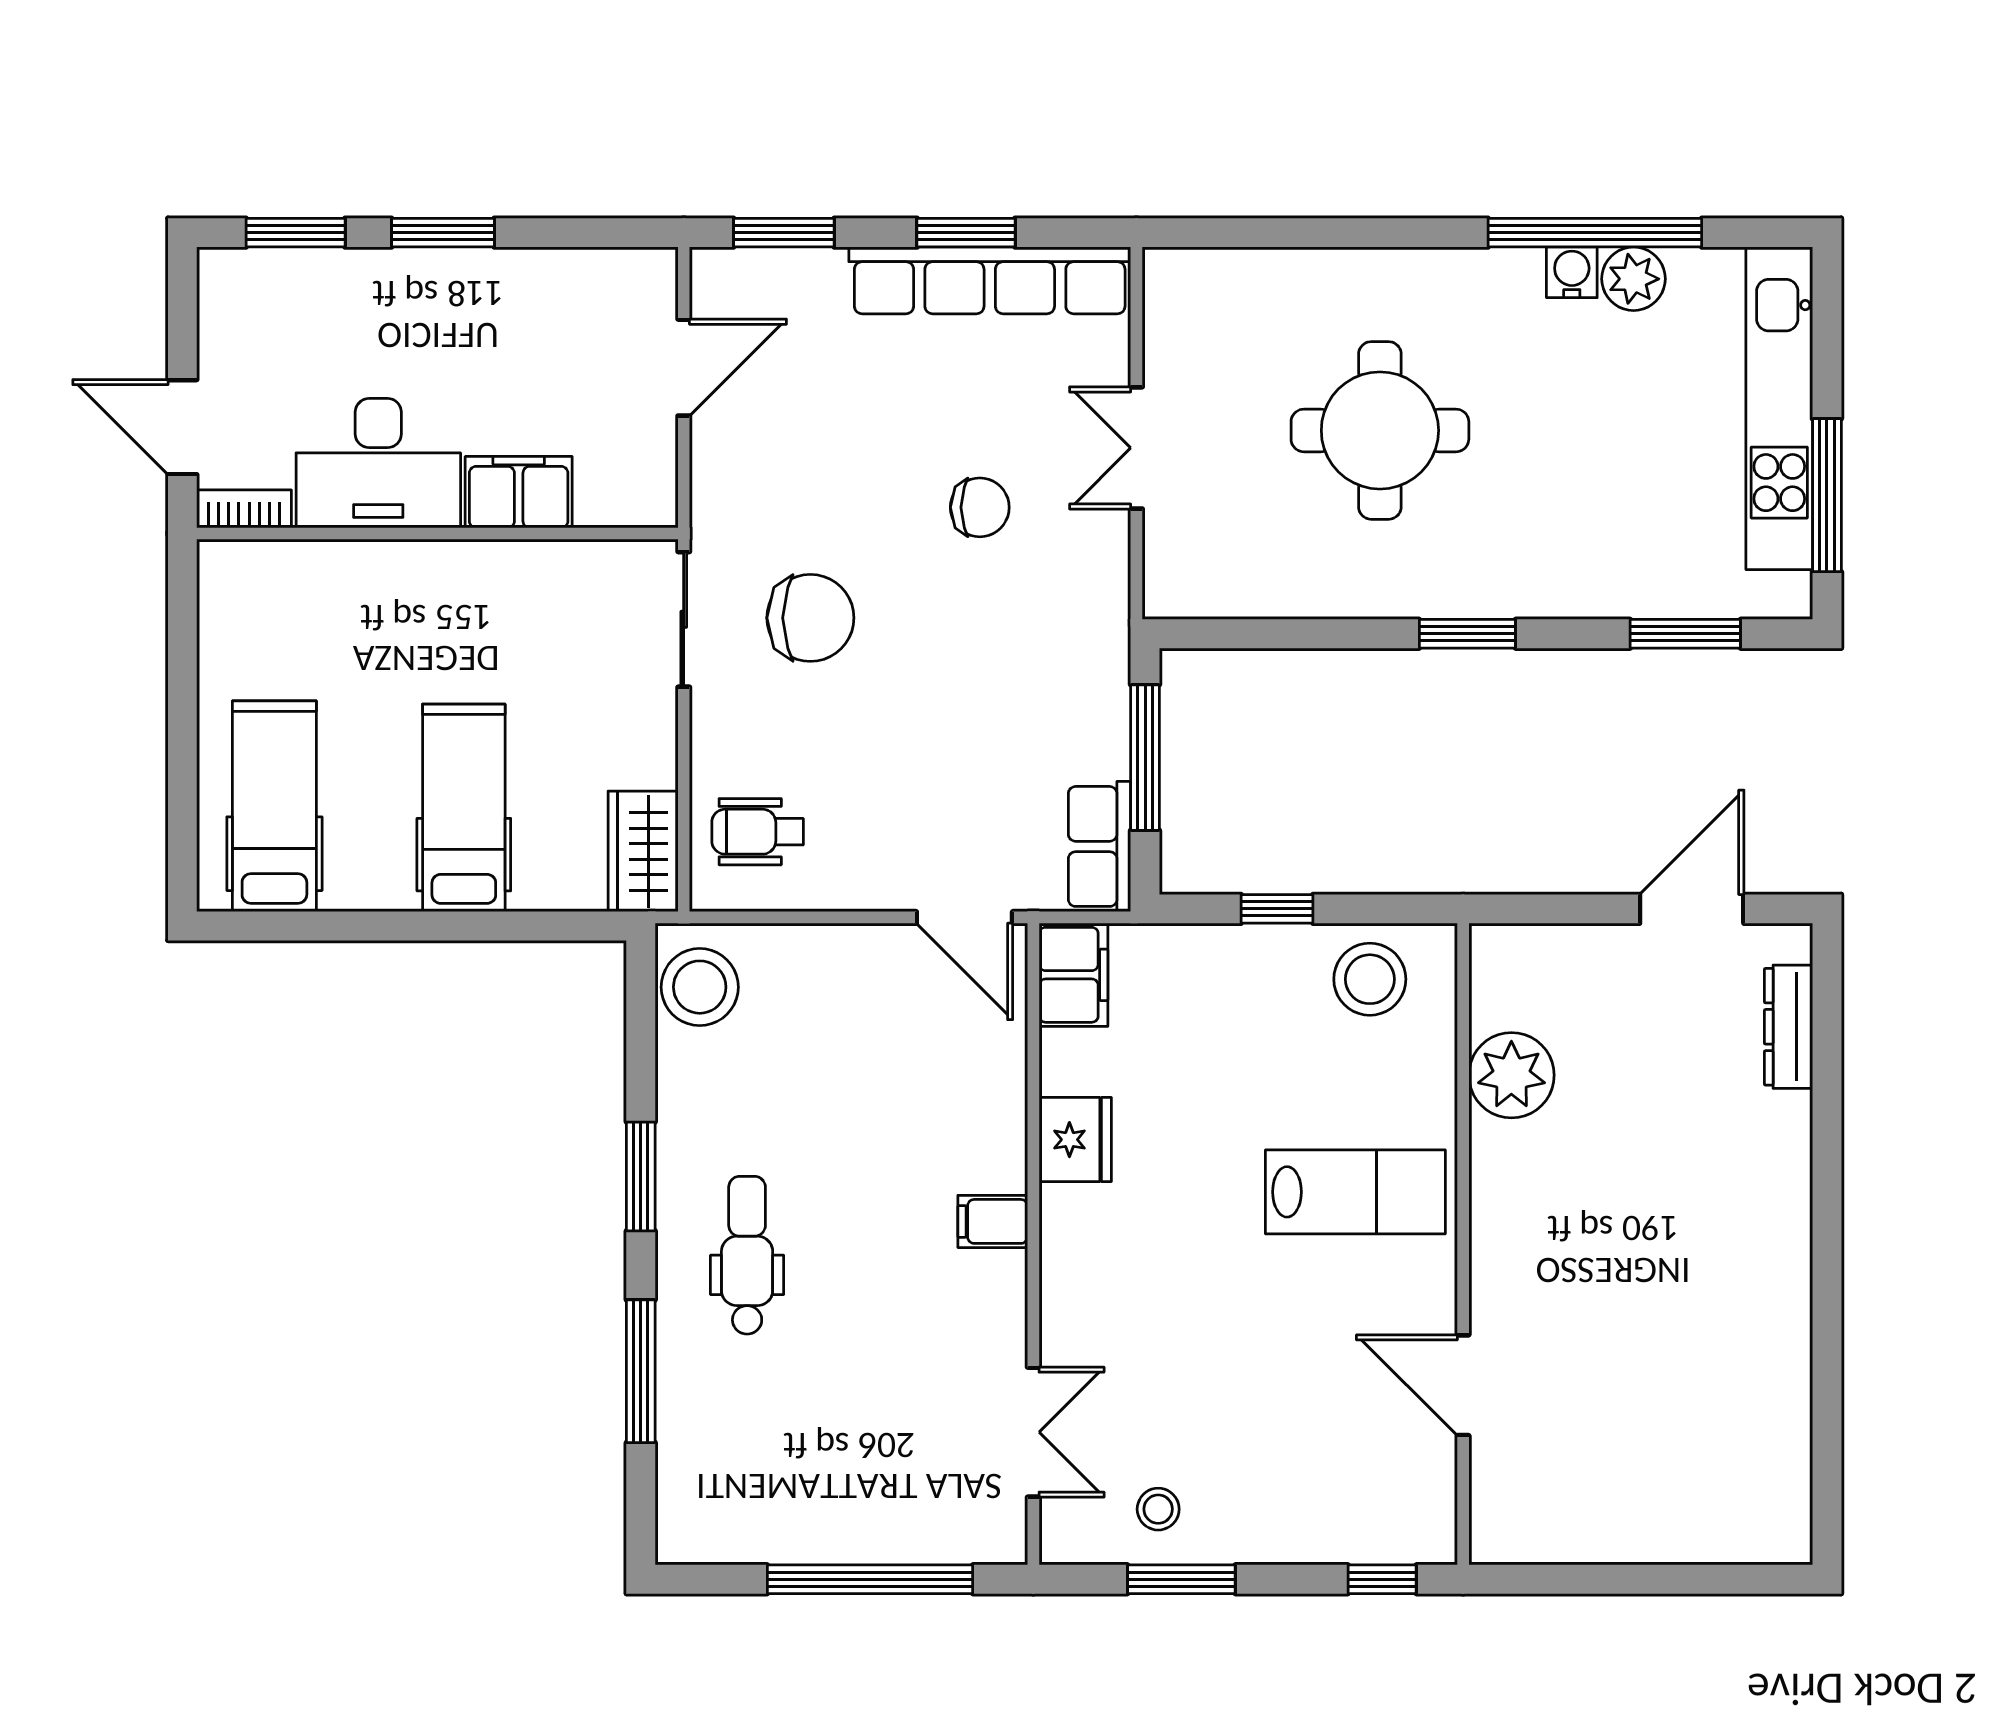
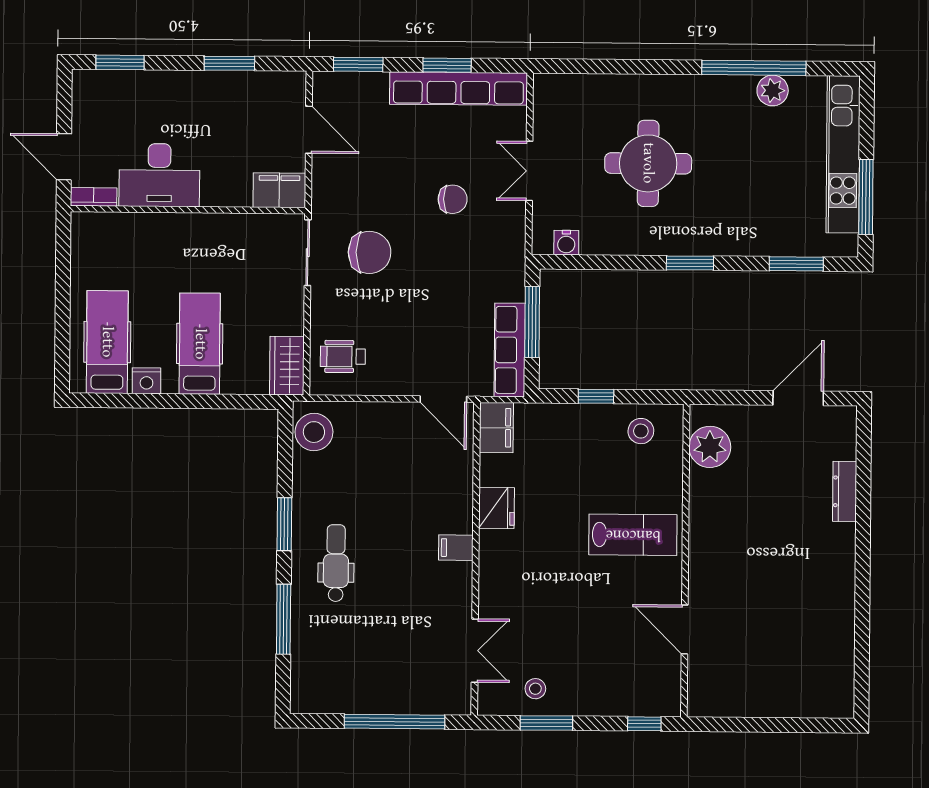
window: (443, 233) -> (229, 63), moved
water cooler: (1572, 272) -> (566, 243), moved, turned 180
door: (684, 368) -> (309, 130), hinge flipped
filing cabinet: (519, 492) -> (279, 190), moved
row of seats: (1100, 846) -> (510, 350), width x1.48
nightstand: (356, 885) -> (146, 381), added
stool: (1370, 979) -> (641, 431), width x0.73, depth x0.73
dresser: (1788, 1027) -> (845, 491), moved
plant: (1511, 1075) -> (710, 447), moved

